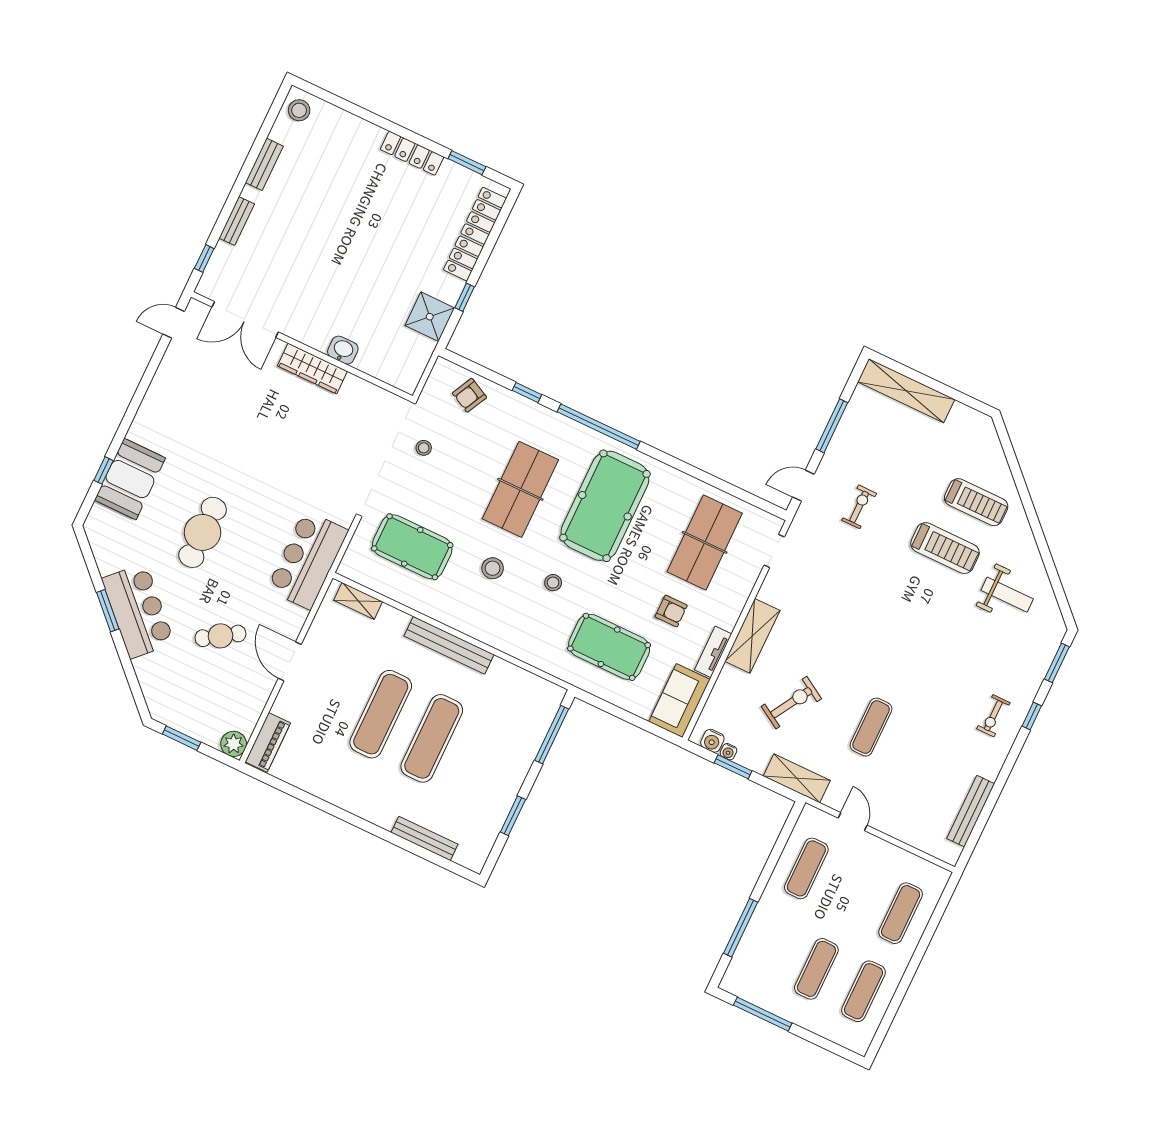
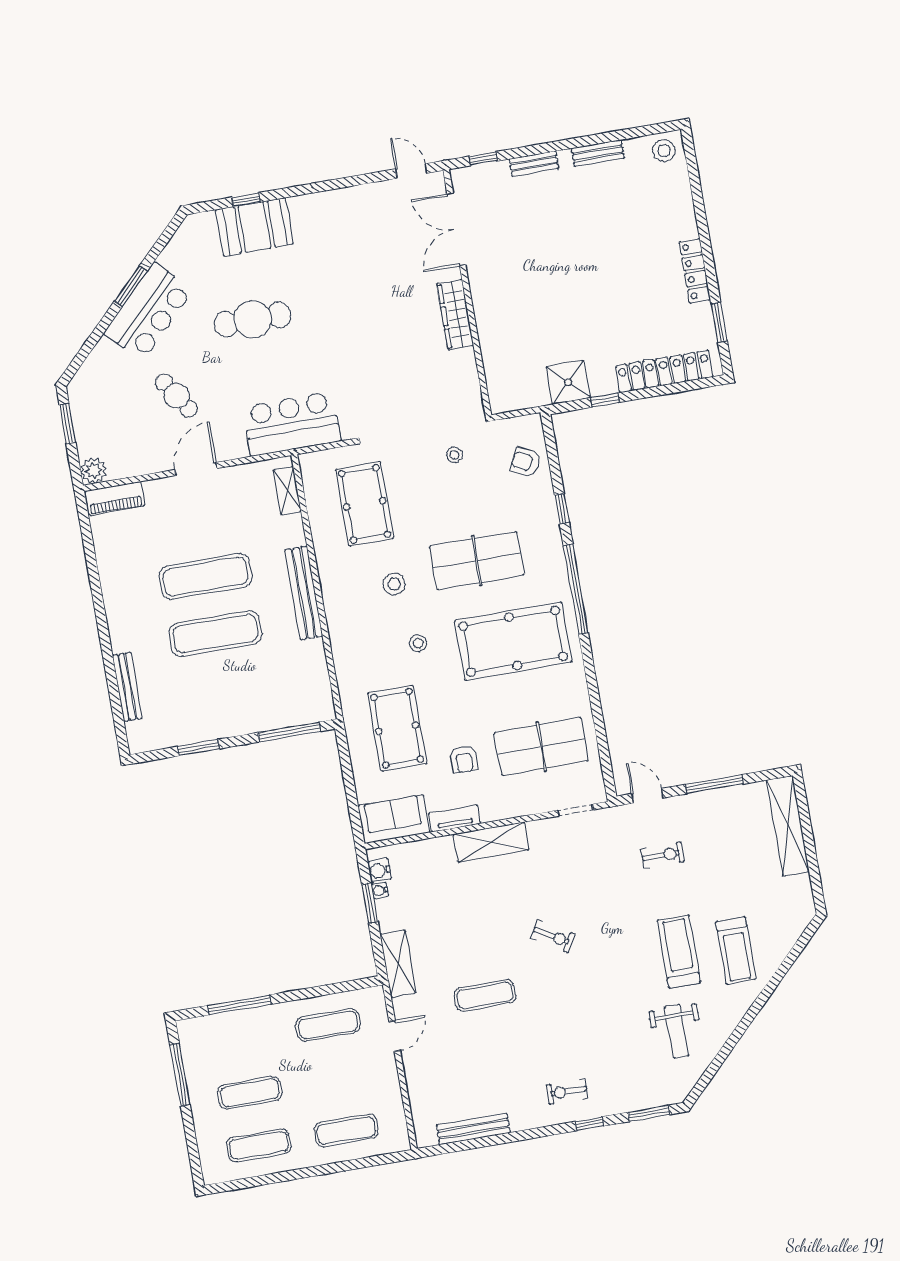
washbasin: (343, 350) -> (489, 329), removed
treadmill: (945, 548) -> (679, 952), turned 180
exercise bike: (791, 703) -> (553, 936), moved, width x0.73, depth x0.72

